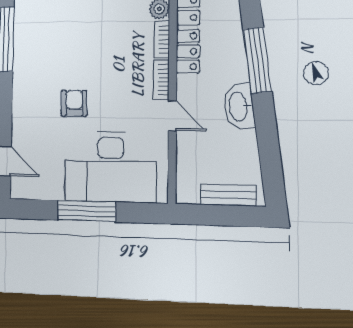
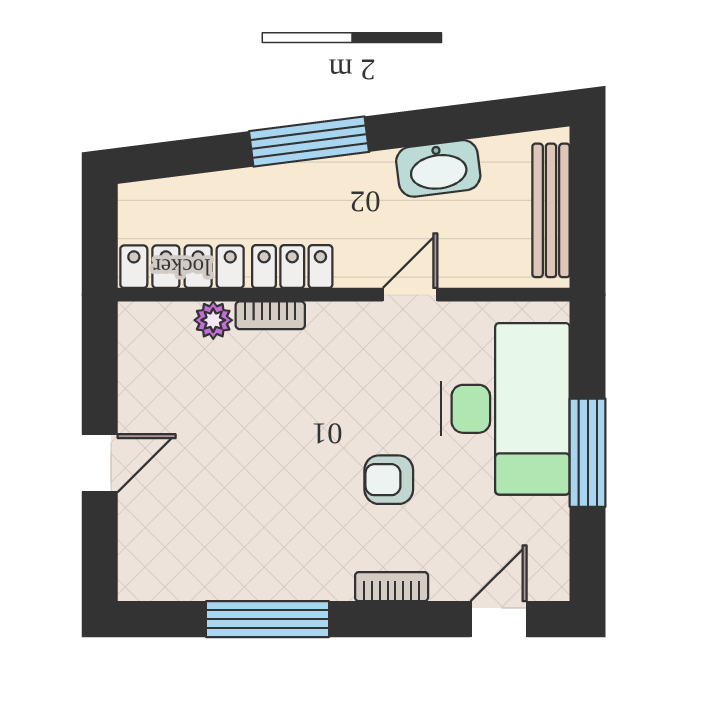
bookcase: (161, 80) -> (392, 587), moved, turned 180
washbasin: (239, 106) -> (438, 168), moved
bench: (228, 195) -> (551, 210), width x1.36

